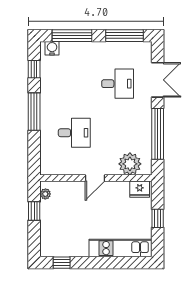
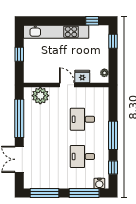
desk: (118, 84) -> (82, 156), moved
door: (95, 178) -> (67, 85), hinge flipped
fridge: (140, 189) -> (82, 76), moved
window: (34, 211) -> (113, 41), moved
kitchen unit: (121, 248) -> (56, 32), width x1.36

